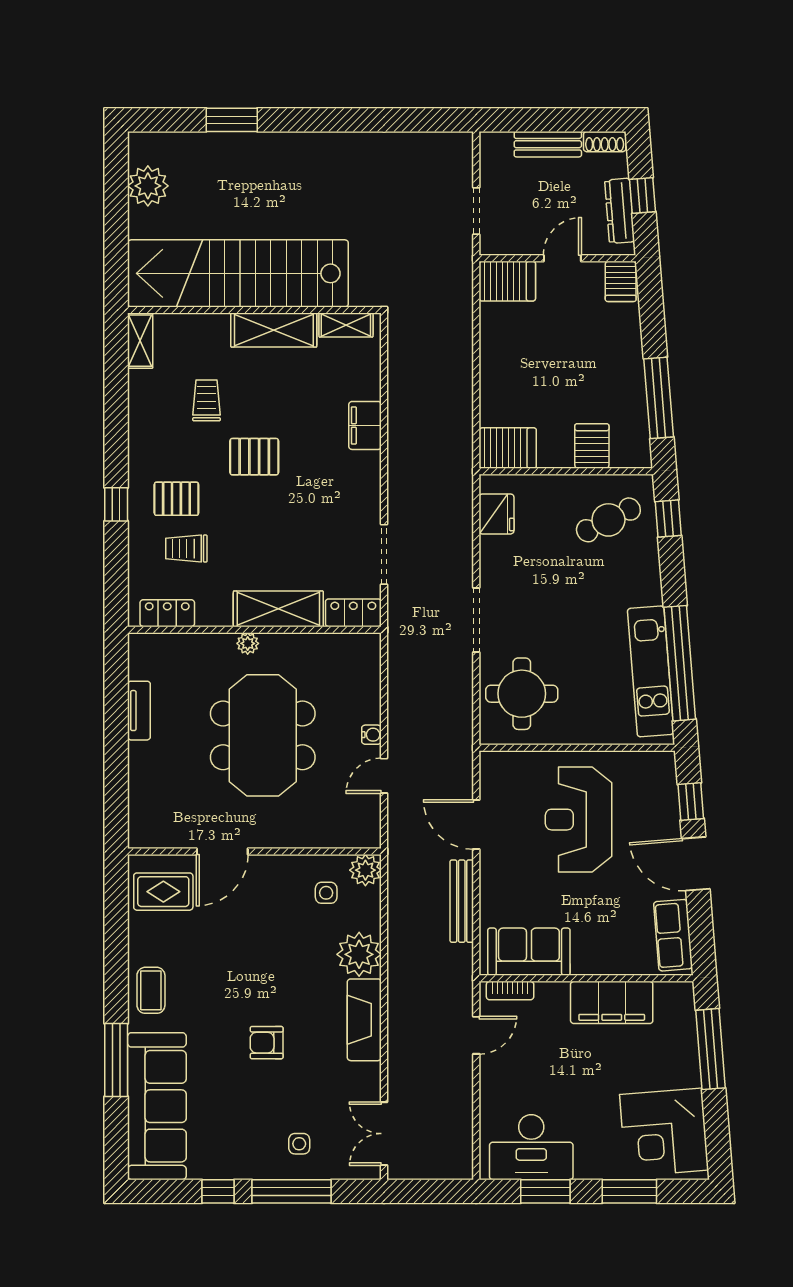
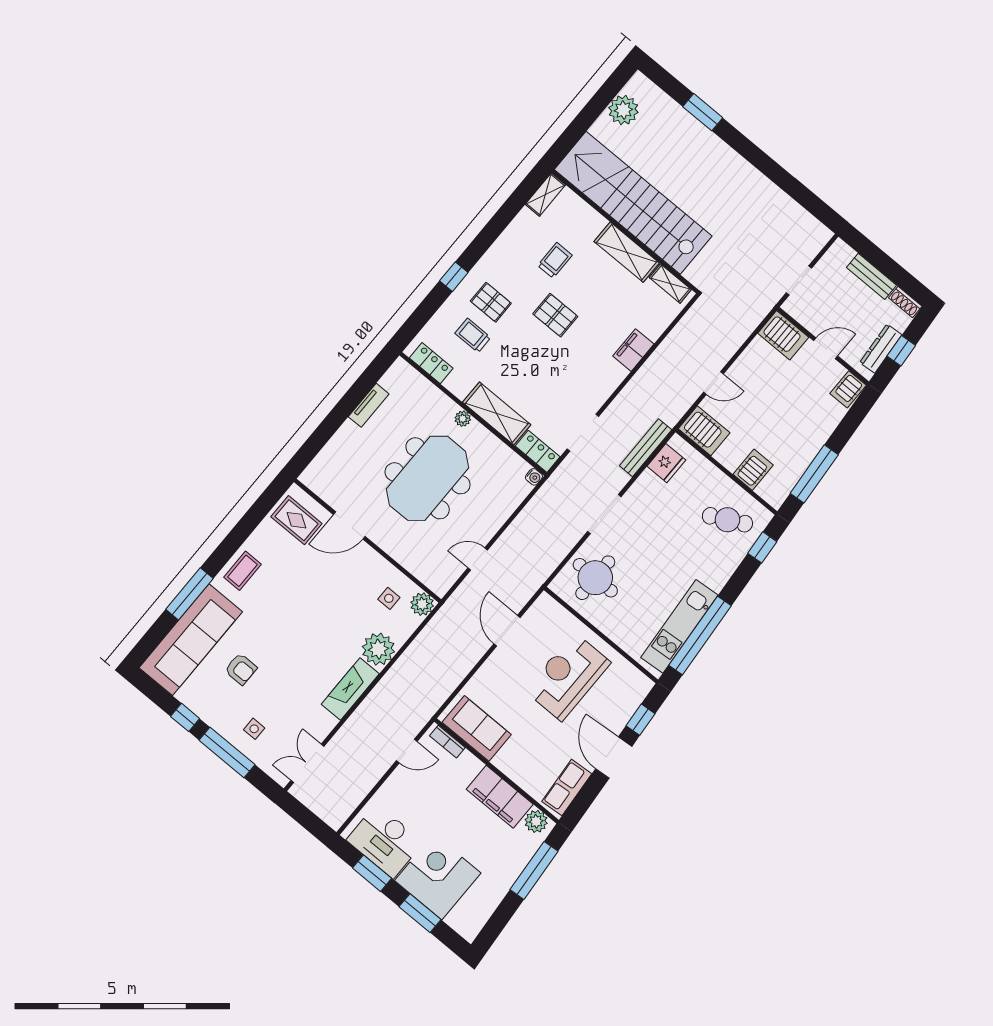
door: (476, 391) -> (713, 383), added
water cooler: (371, 735) -> (534, 477), moved
bench: (462, 901) -> (646, 448), moved
plant: (670, 997) -> (536, 821), added
armchair: (267, 1043) -> (241, 669), moved, turned 180
corner desk: (664, 1132) -> (438, 877), moved, turned 95

